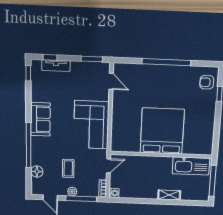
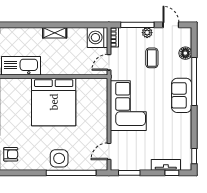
window: (166, 62) -> (71, 173), moved
side table: (160, 76) -> (59, 158), added
door: (111, 81) -> (109, 151), hinge flipped
sofa: (40, 119) -> (182, 95), moved
washing machine: (114, 193) -> (97, 37), width x1.89, depth x1.89
shelving: (169, 195) -> (55, 33), moved

